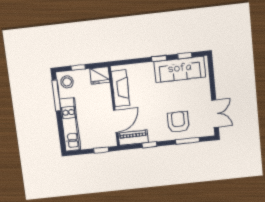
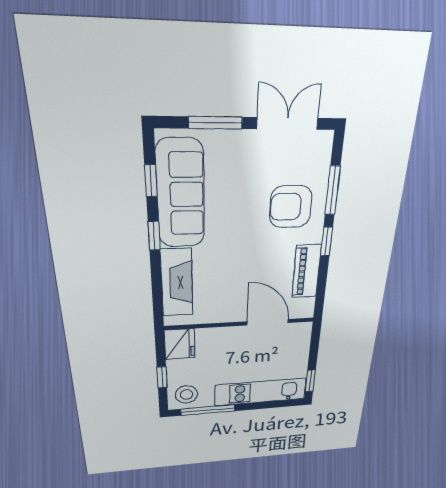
window: (212, 82) -> (215, 123), added
fireplace: (120, 88) -> (177, 283), moved, turned 90
piano: (133, 138) -> (306, 271), moved
window: (150, 145) -> (327, 241), moved
window: (101, 150) -> (310, 381), moved

